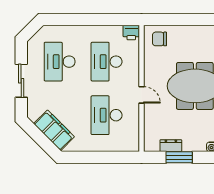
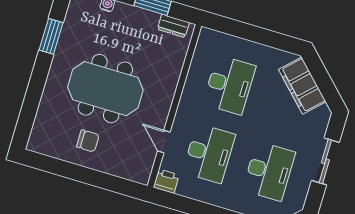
chair: (160, 39) -> (88, 141), moved
door: (141, 95) -> (164, 142), moved
dresser: (171, 146) -> (173, 26), moved

